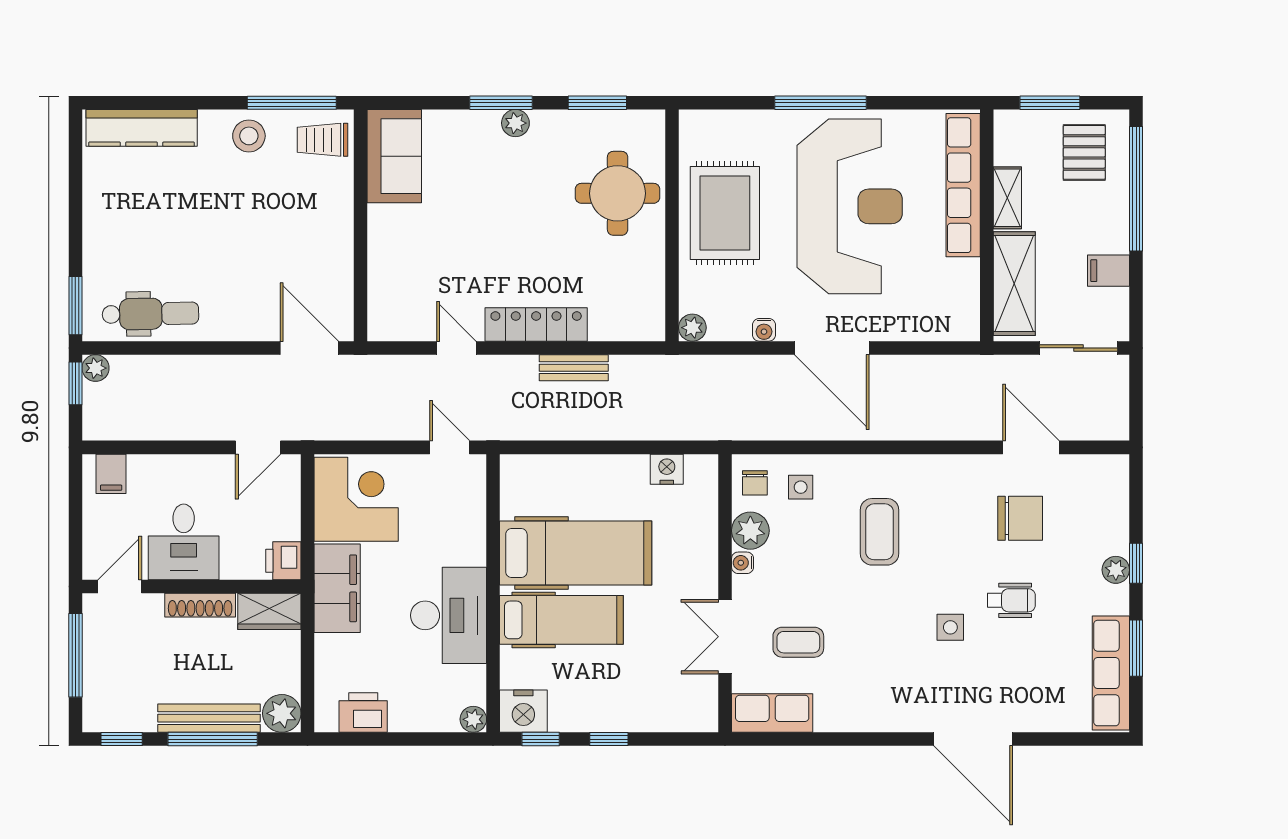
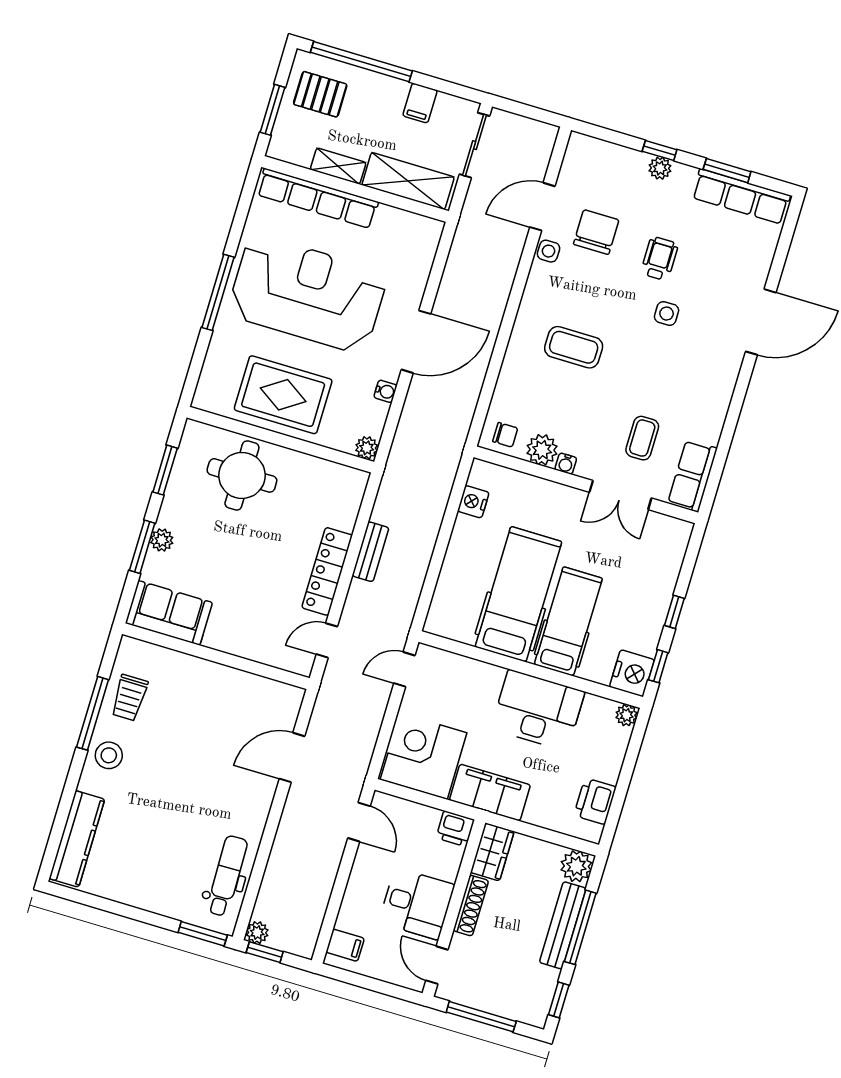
sofa: (394, 156) -> (169, 613), moved
wall: (360, 225) -> (216, 656), moved
side table: (801, 487) -> (549, 251), moved

